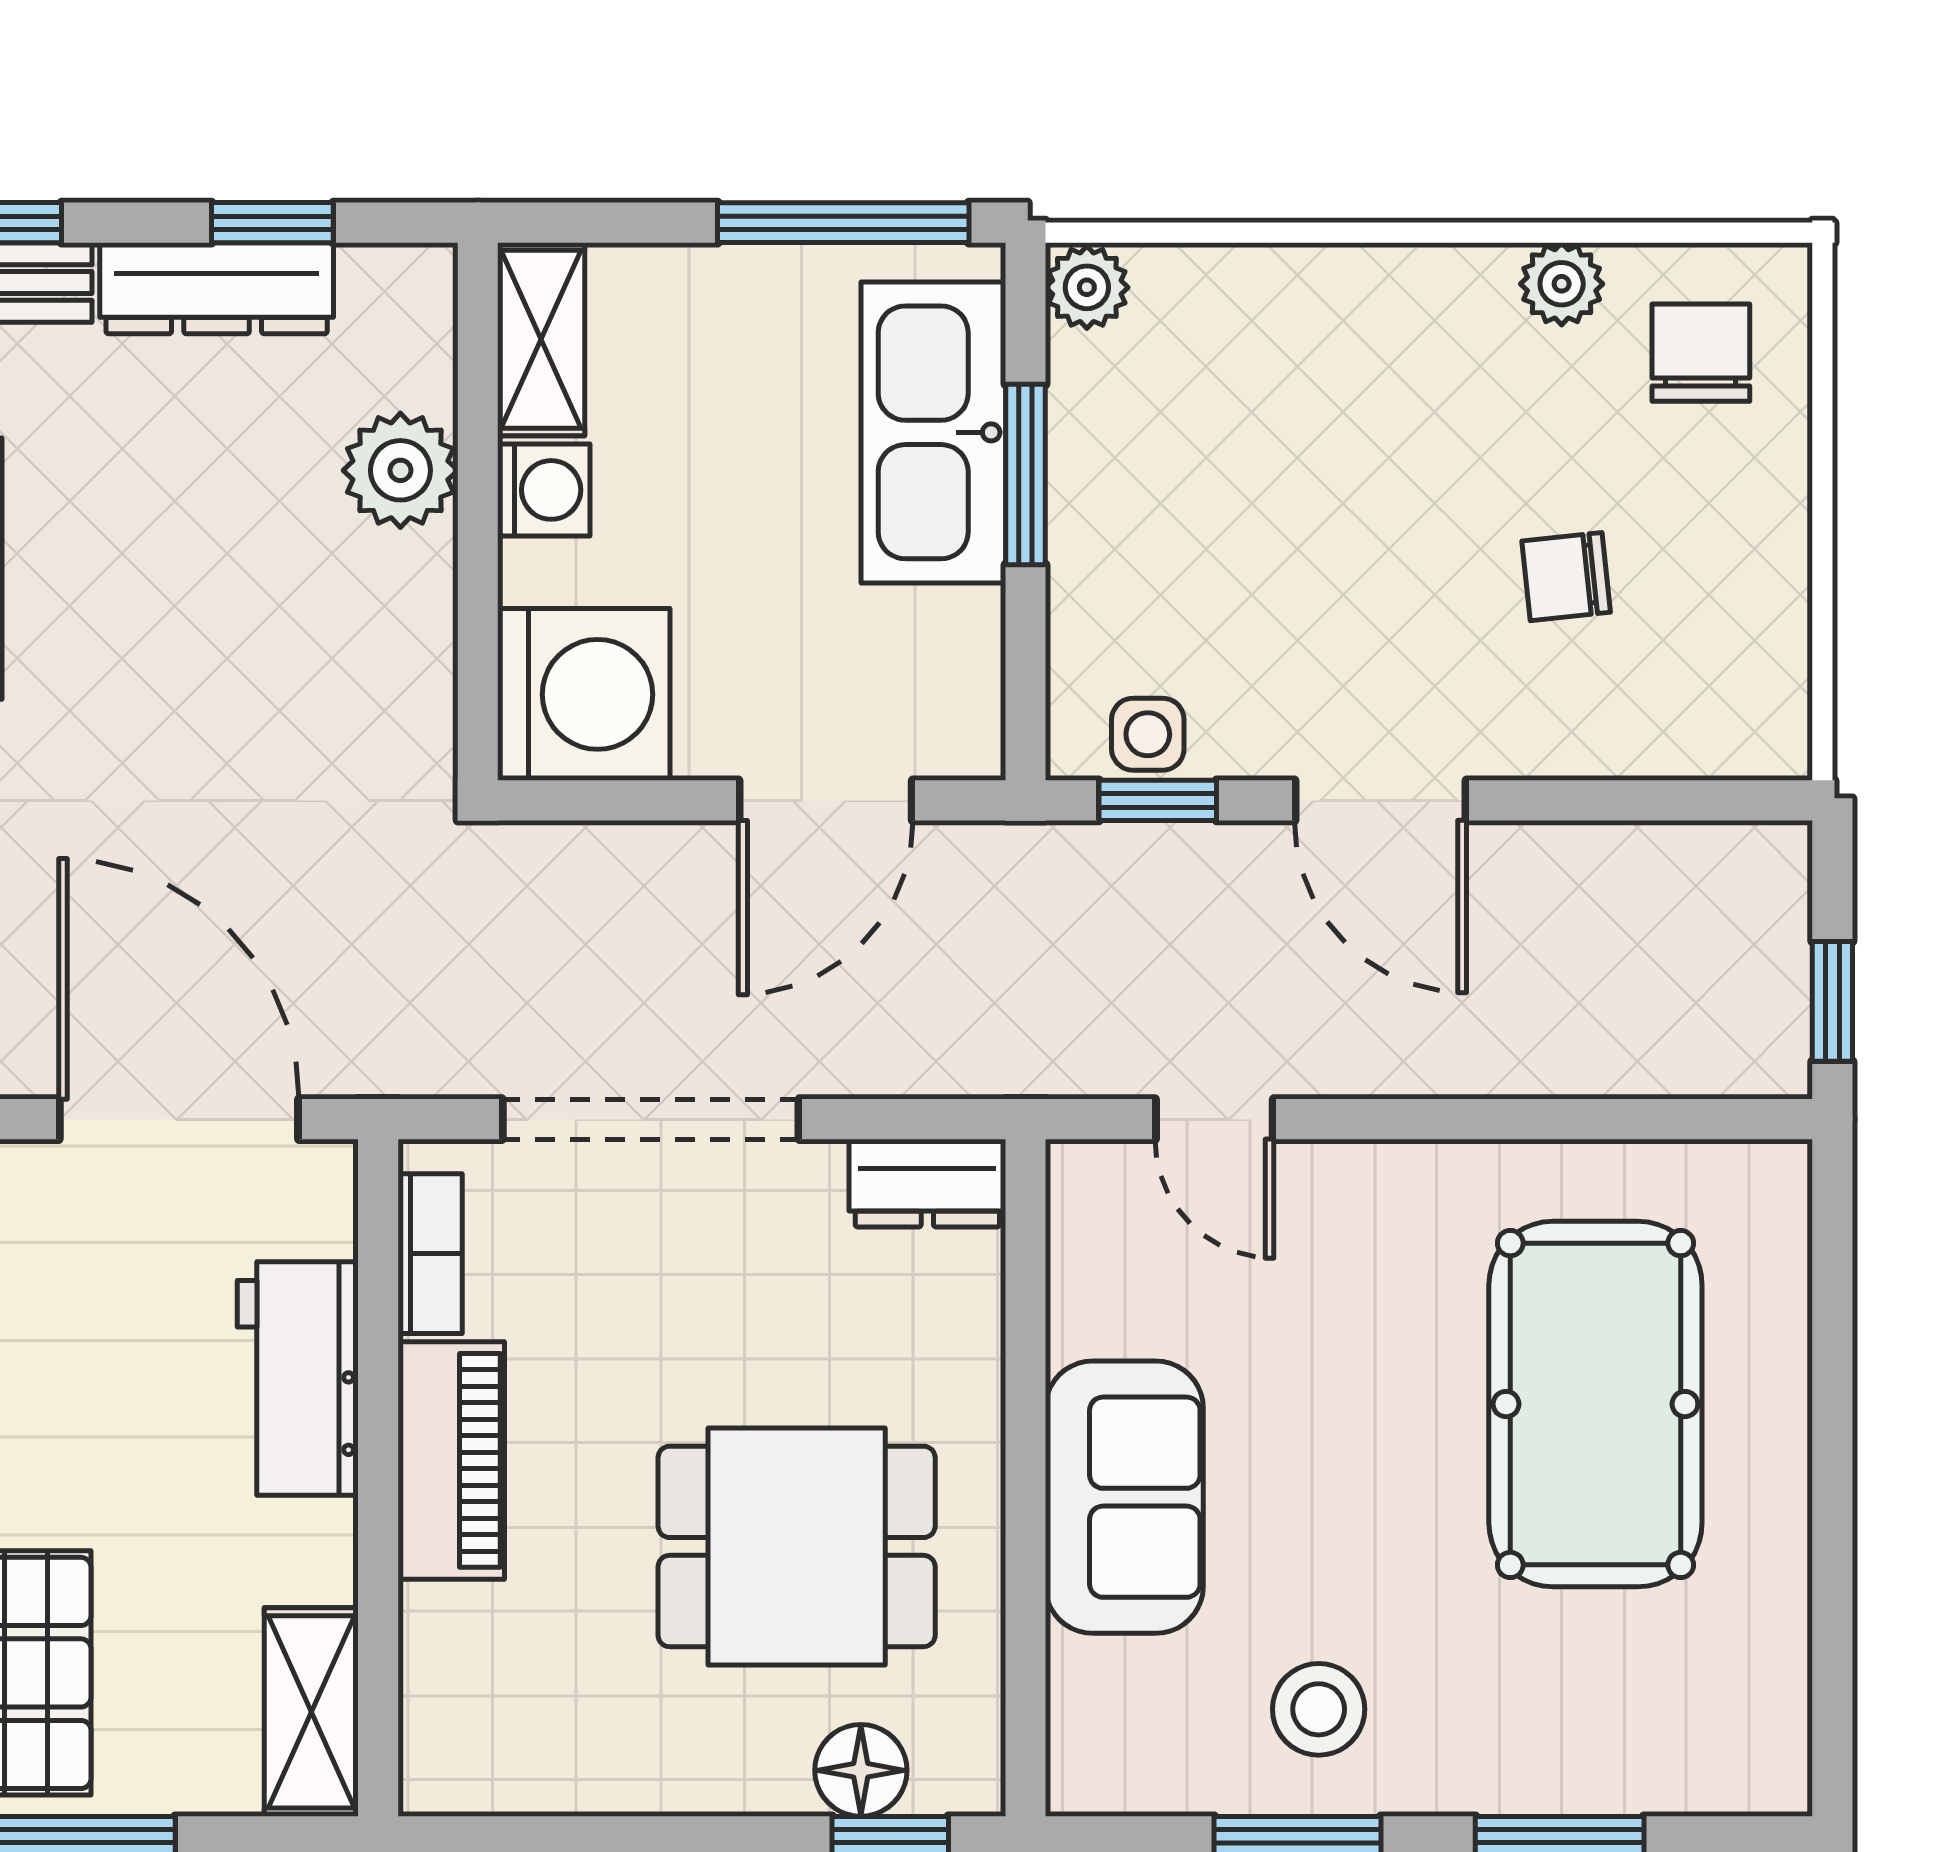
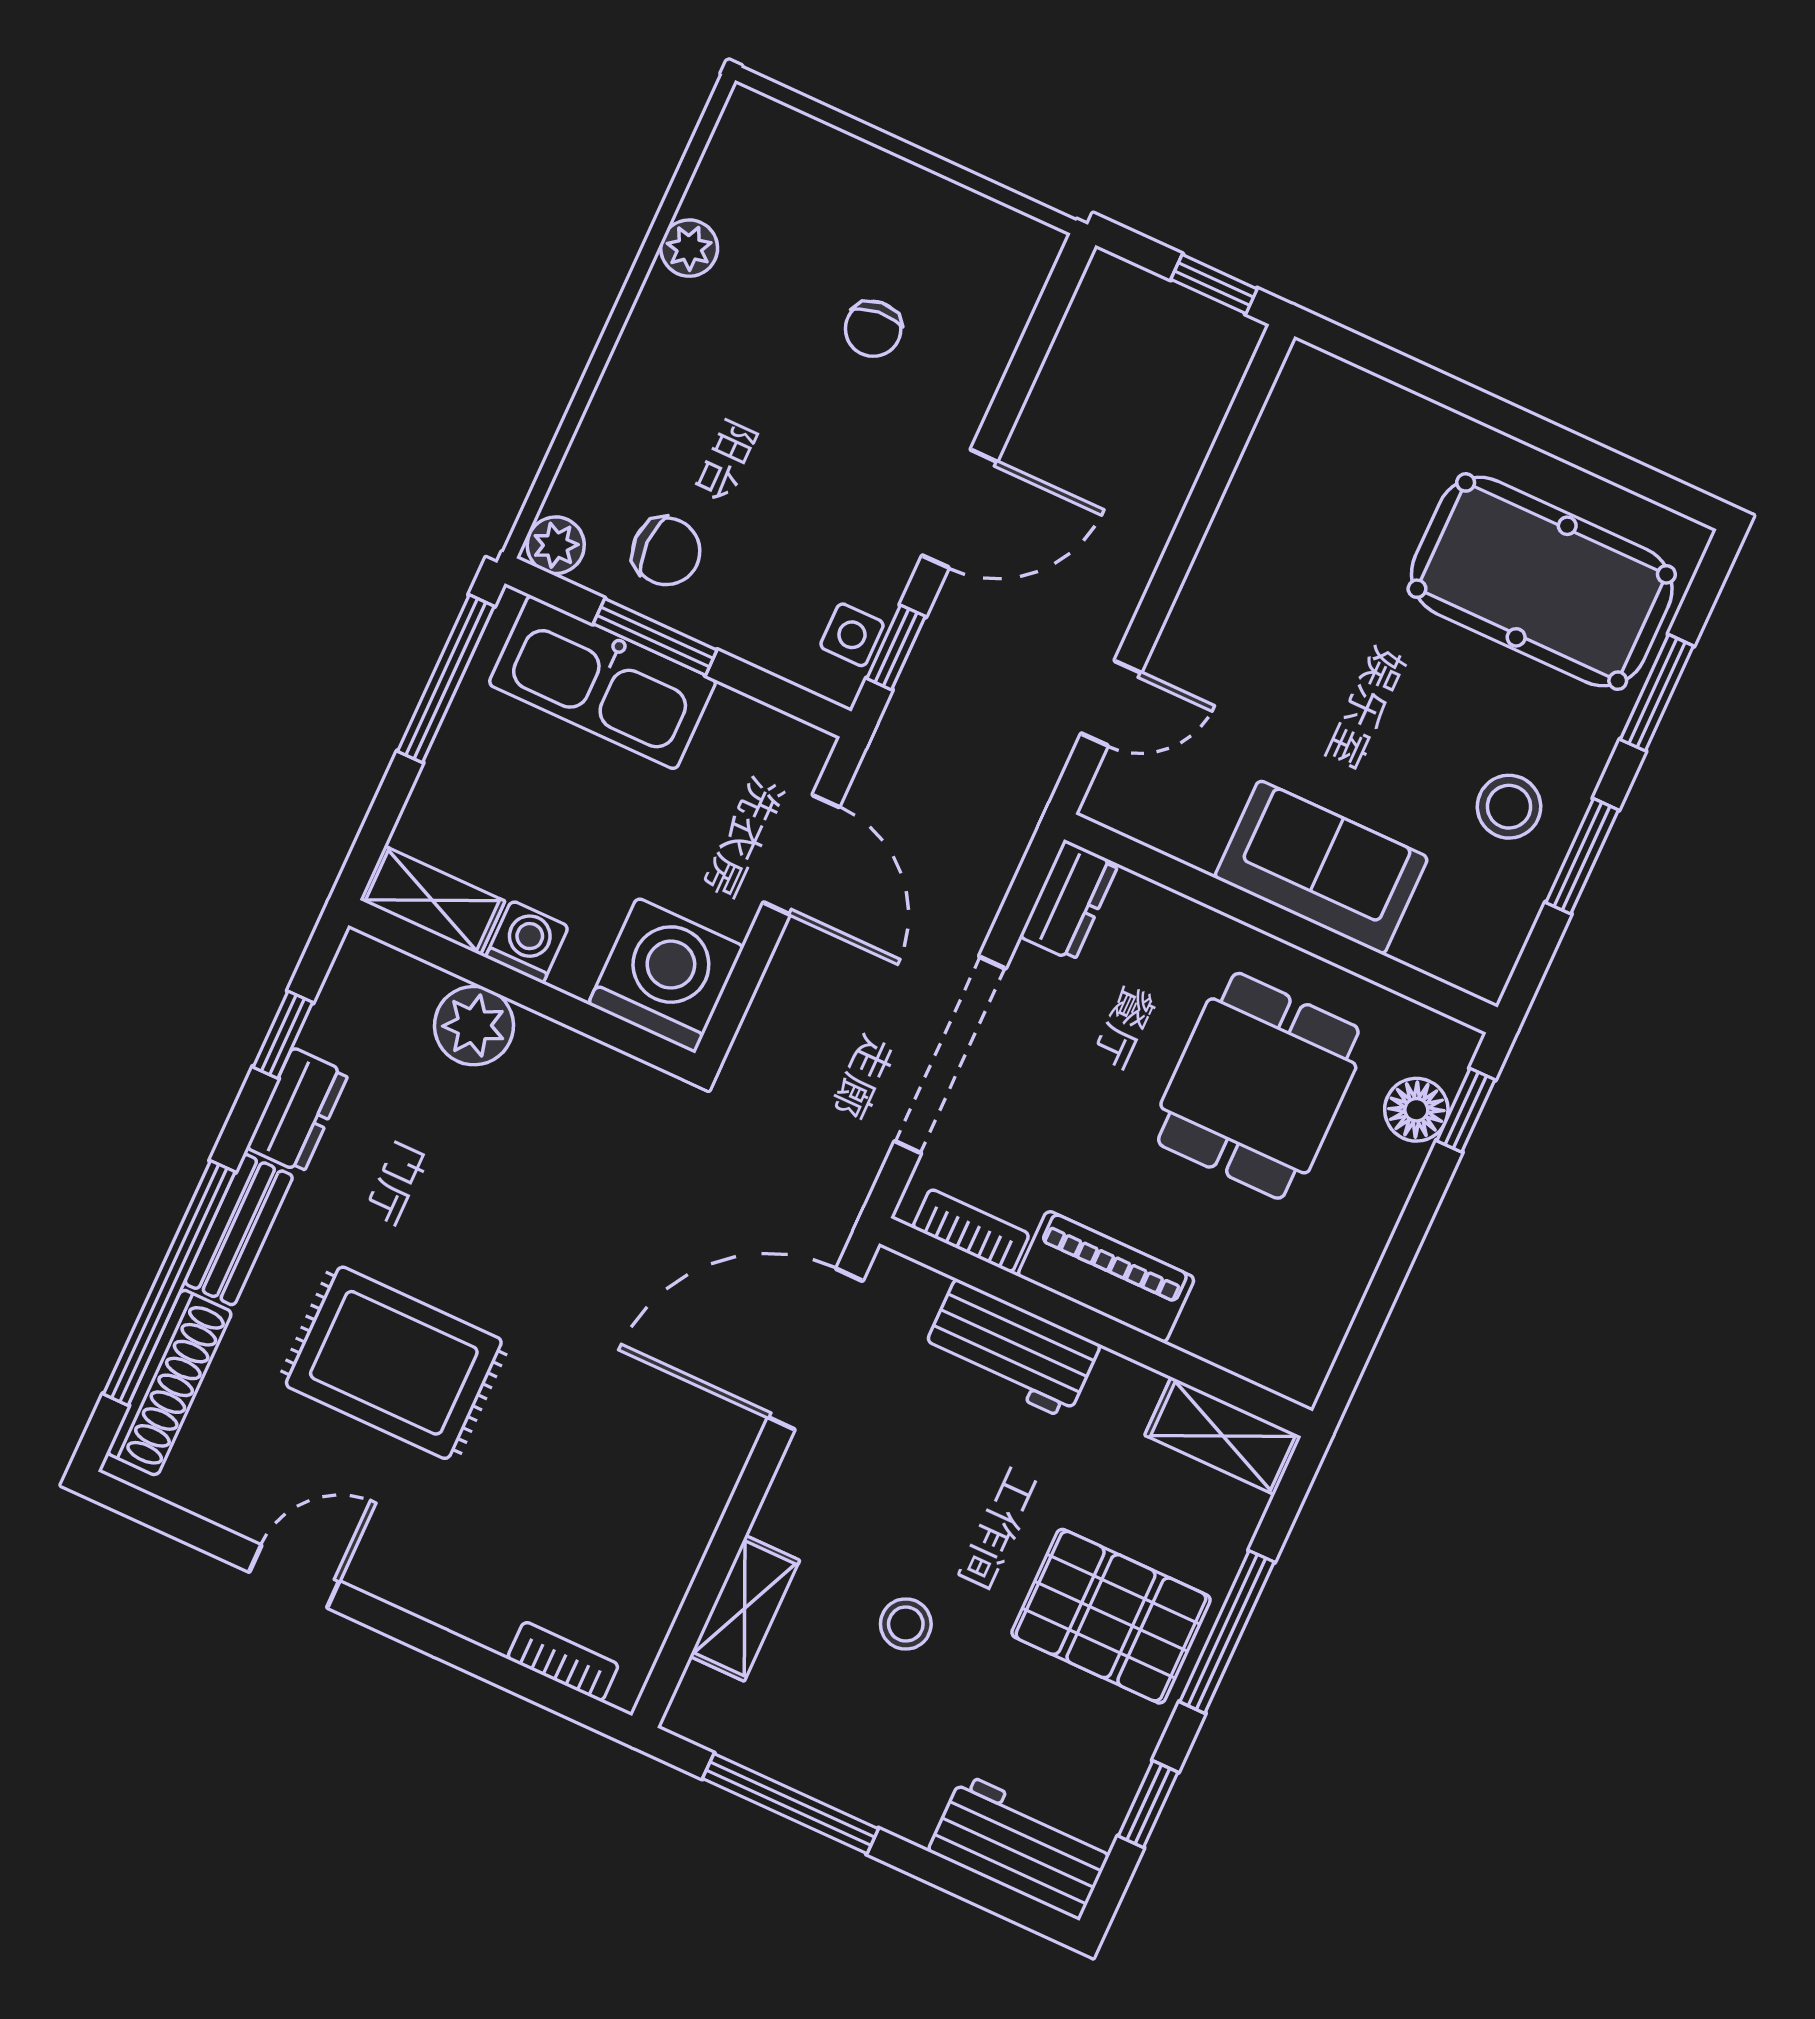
dresser: (217, 288) -> (298, 1110), width x0.70
chair: (1701, 353) -> (666, 551), moved, turned 180
pool table: (1595, 1404) -> (1542, 582), moved

